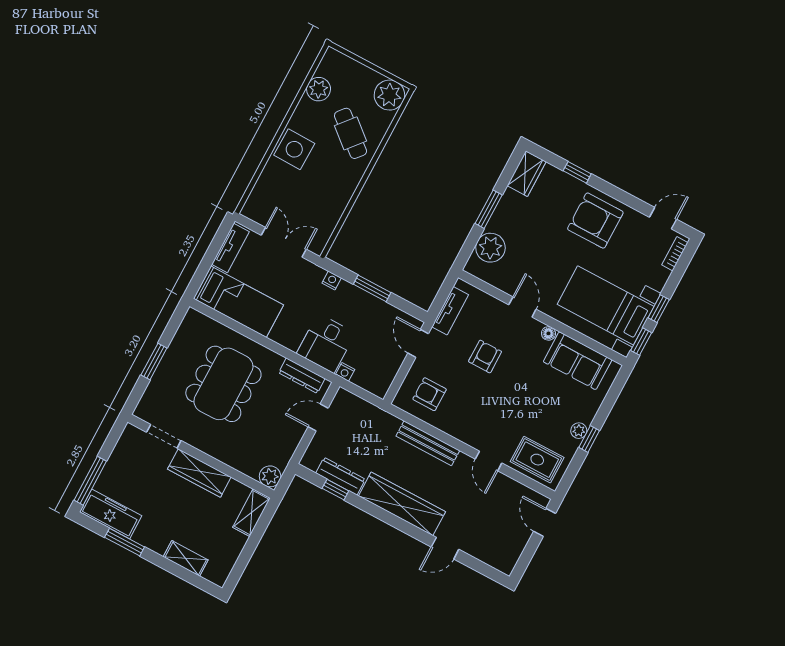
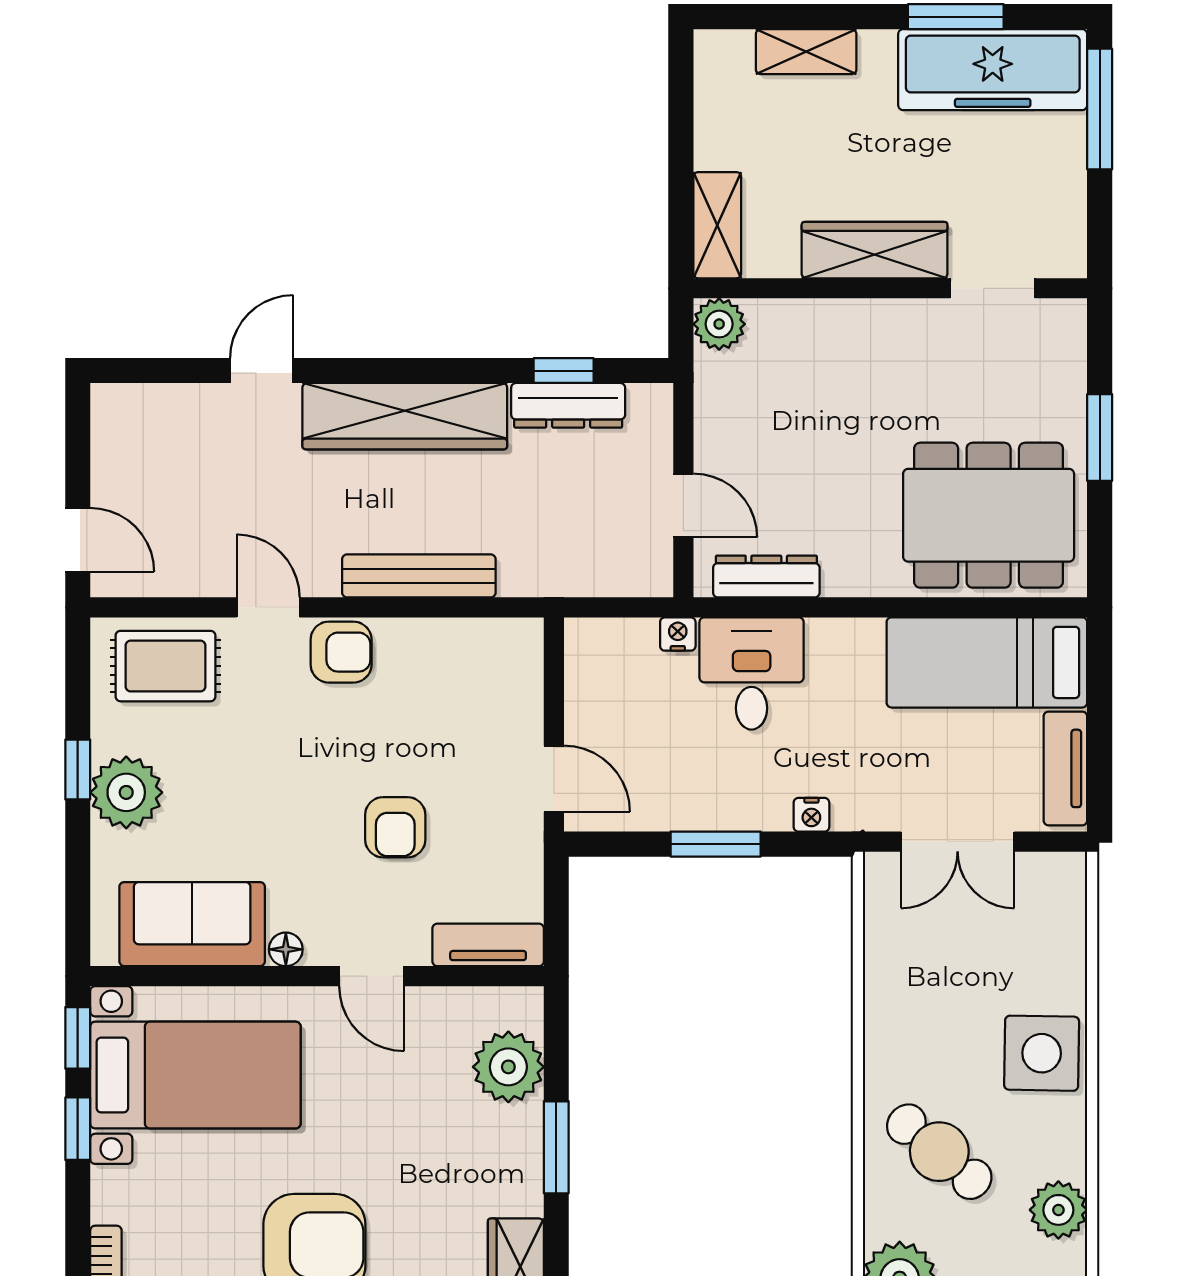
tv unit: (450, 311) -> (488, 945), moved, turned 90
dining table: (223, 384) -> (989, 515), moved, turned 90
armchair: (430, 394) -> (341, 652), moved
door: (318, 417) -> (683, 506), hinge flipped
plant: (579, 431) -> (126, 792), width x1.88, depth x1.88
freezer: (111, 514) -> (993, 70), width x1.36, depth x1.26

